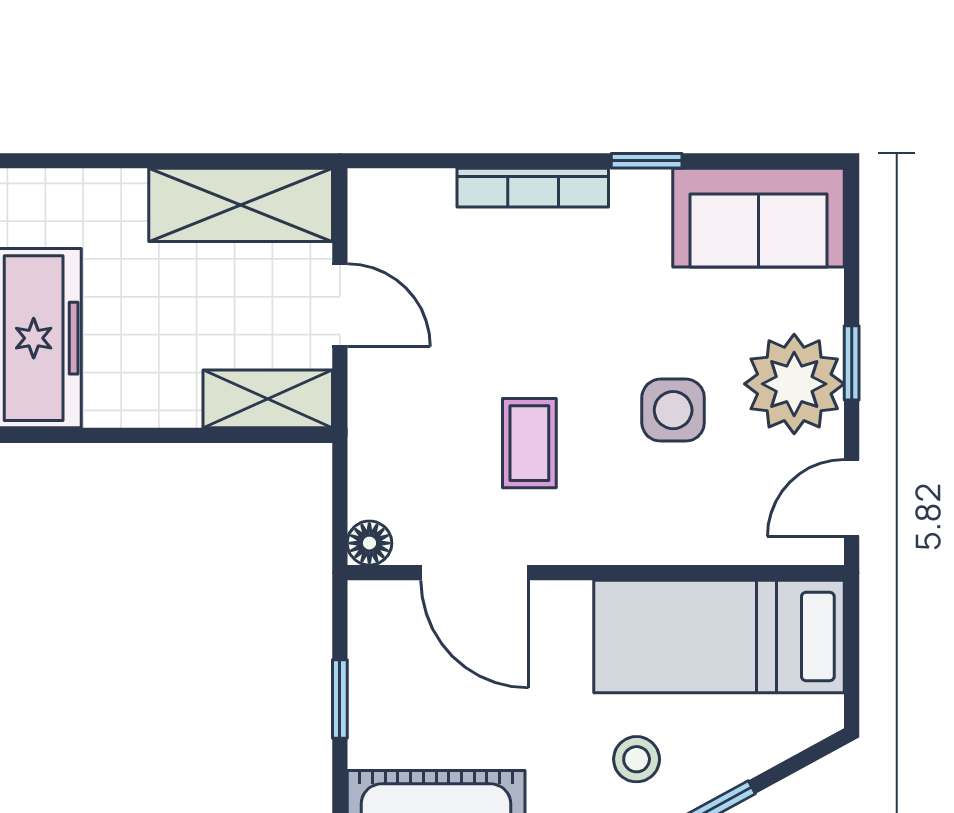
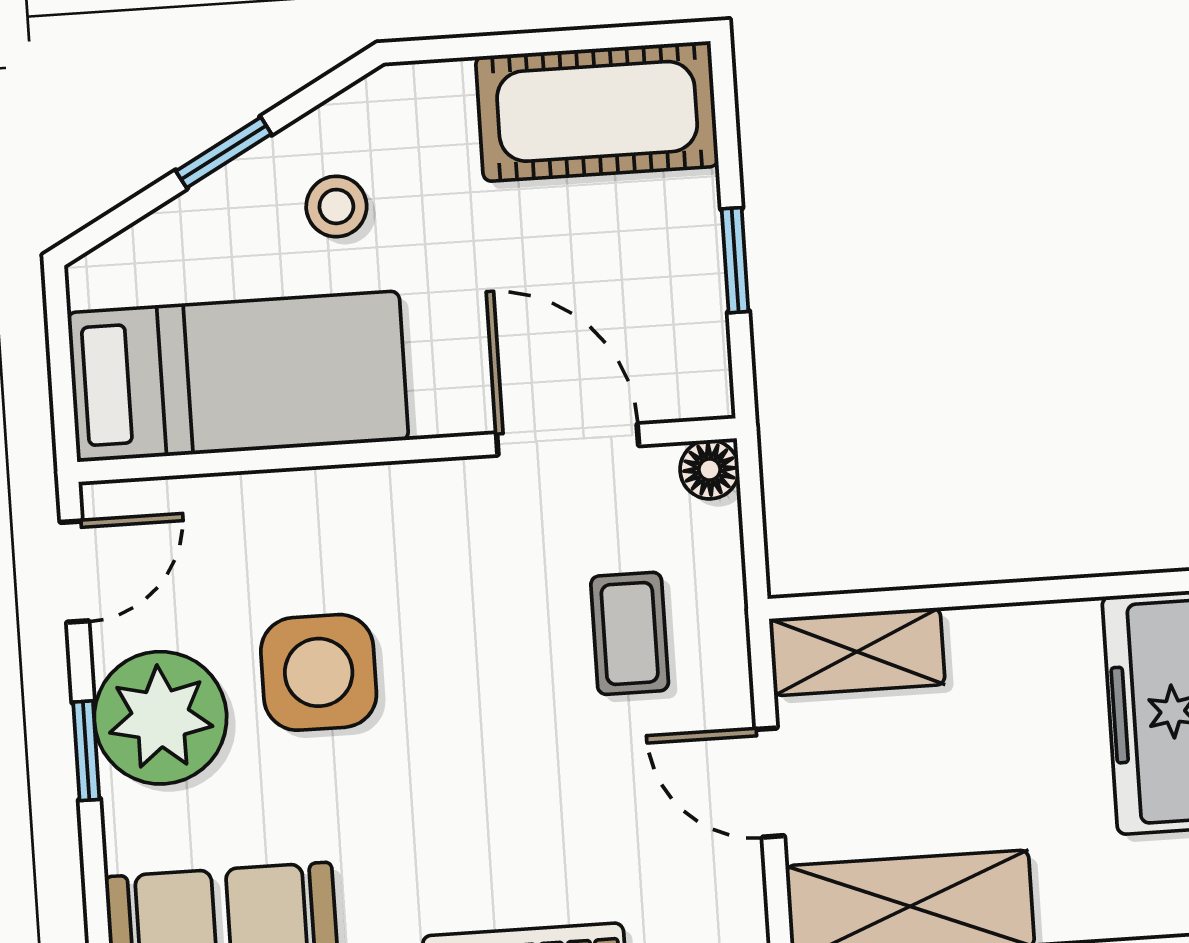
side table: (673, 410) -> (319, 672), width x1.37, depth x1.37
coffee table: (529, 443) -> (630, 633), moved

